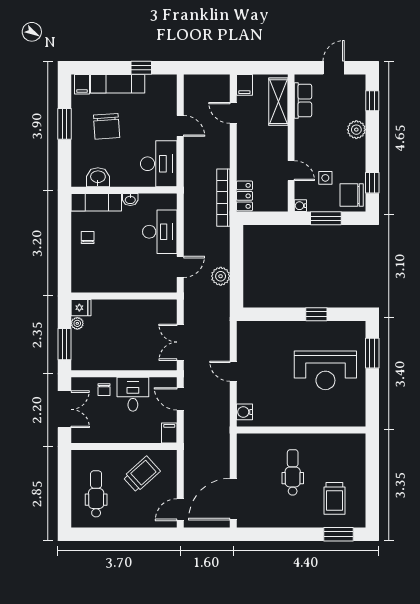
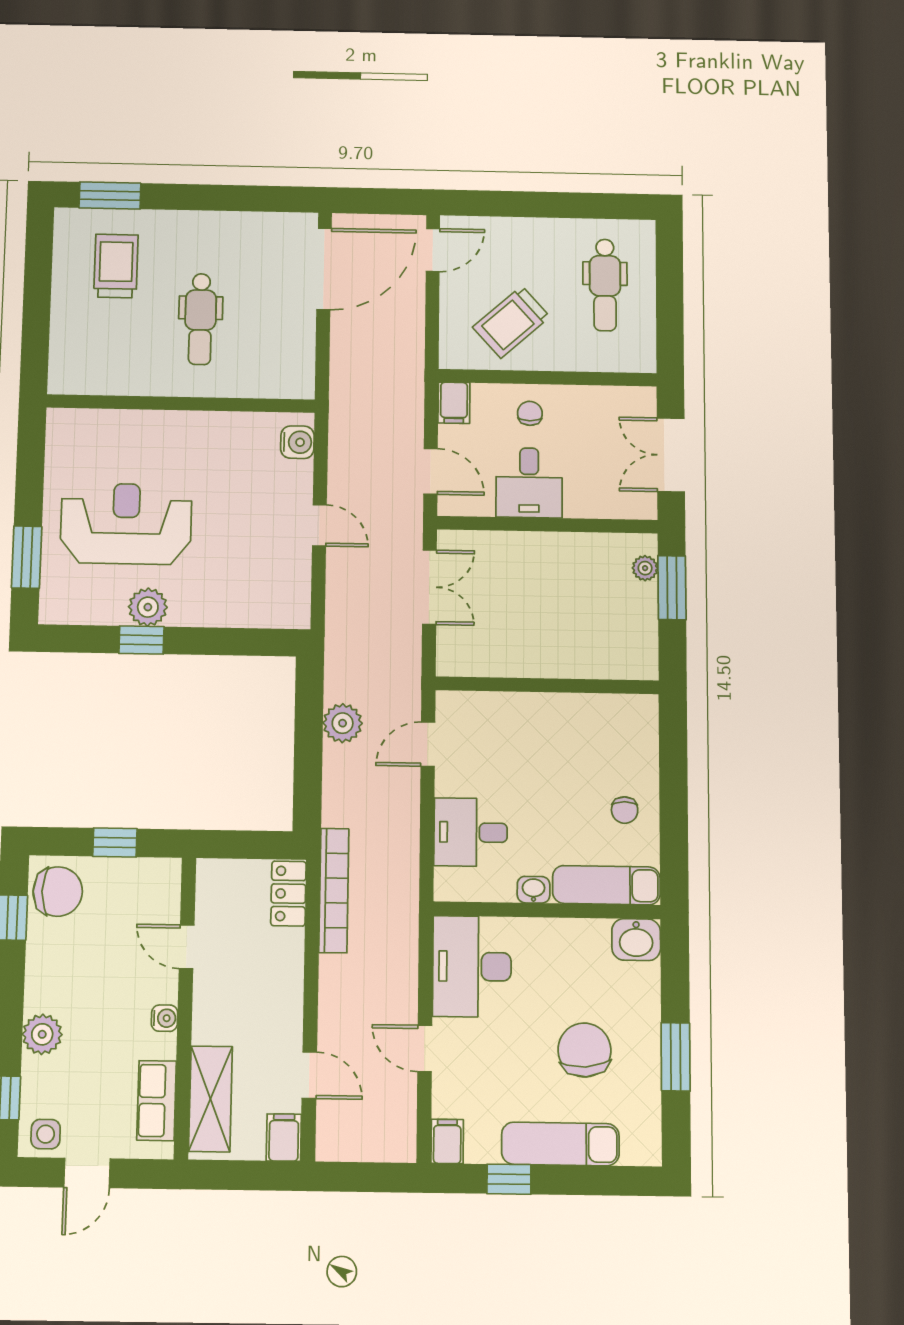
filing cabinet: (82, 84) -> (447, 1141), moved
washbasin: (98, 177) -> (636, 940), moved
side table: (325, 178) -> (46, 1134), moved
water cooler: (300, 206) -> (165, 1018), moved
window: (326, 218) -> (115, 843), width x0.67
desk: (160, 232) -> (471, 832), width x0.73
fridge: (81, 308) -> (638, 663), removed
plant: (77, 323) -> (645, 568), moved
plant: (314, 330) -> (148, 607), added
chair: (104, 390) -> (530, 413), moved

